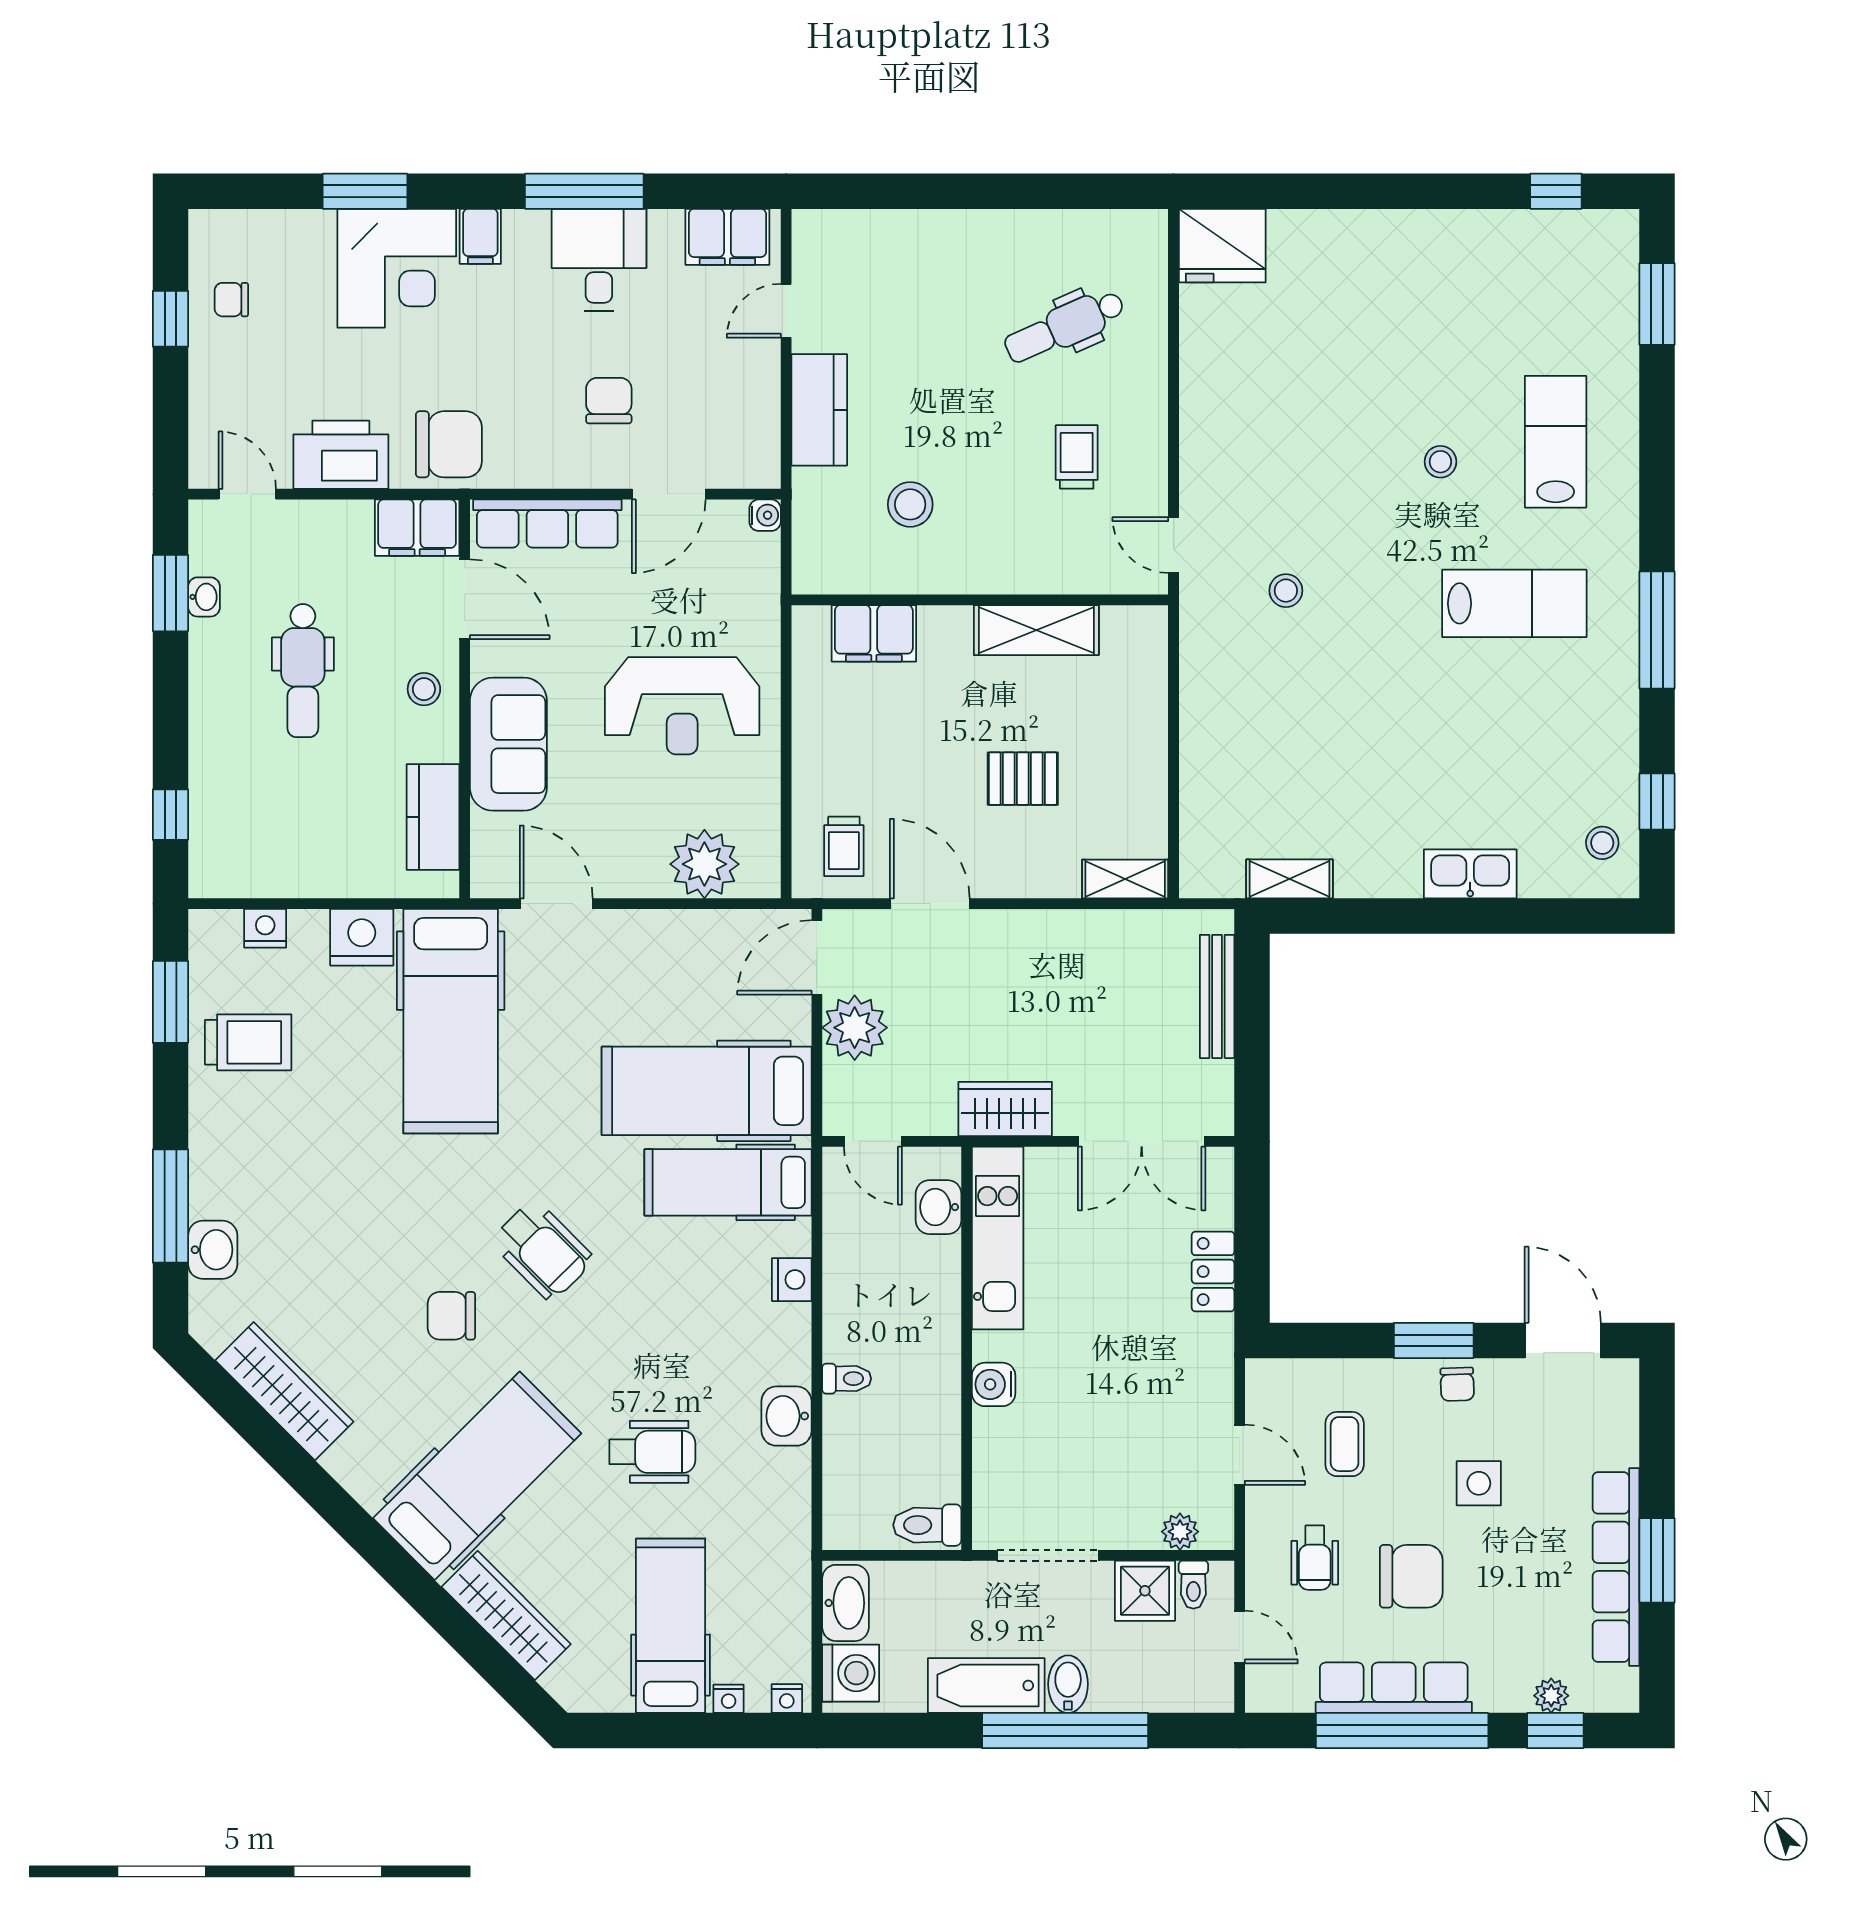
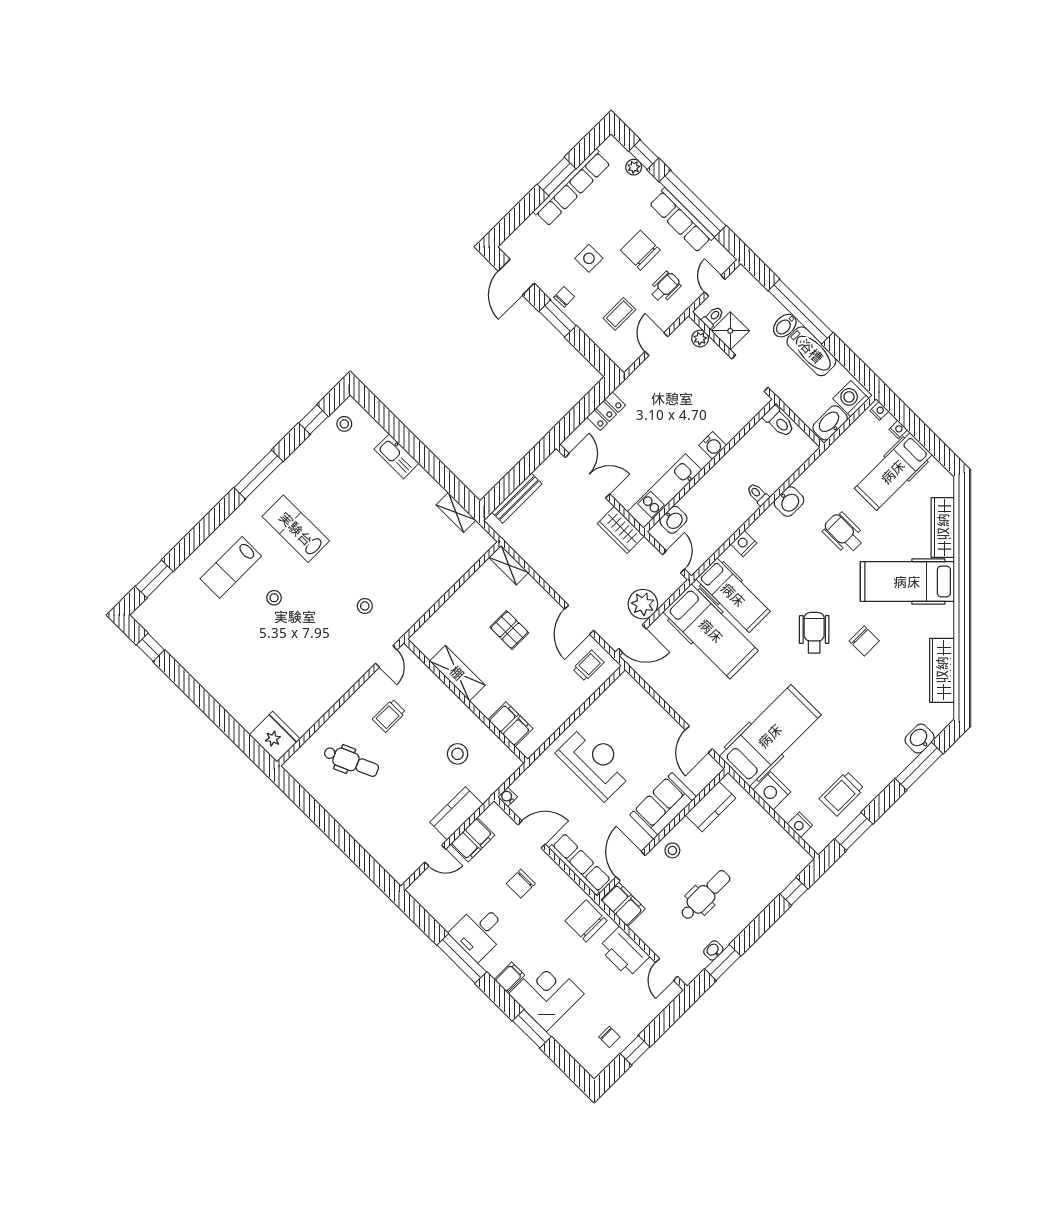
filing cabinet: (727, 237) -> (473, 840), moved, turned 90
plant: (704, 864) -> (639, 705), removed
trolley: (248, 1042) -> (842, 794), turned -90

